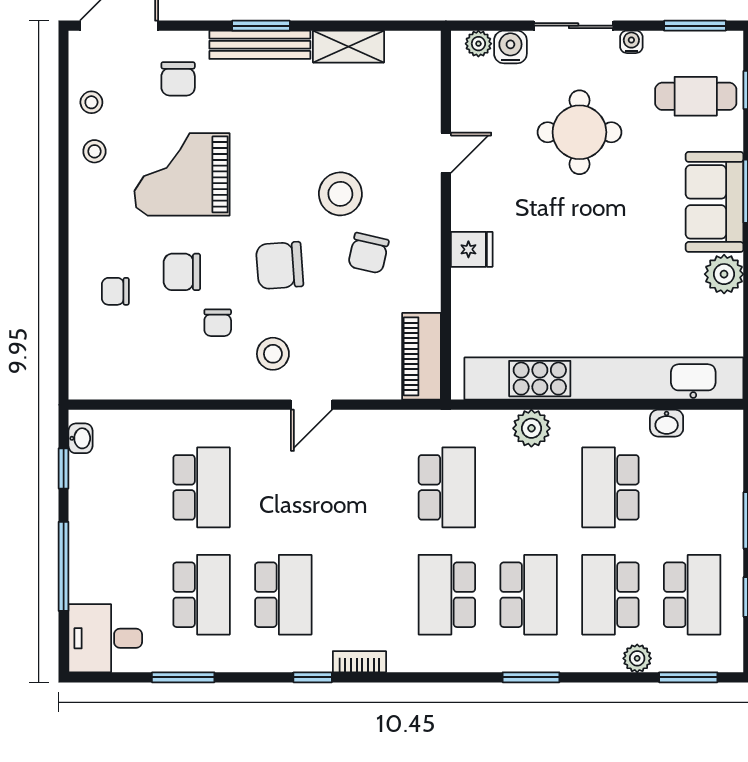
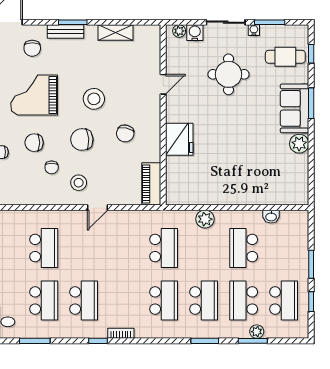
window: (695, 26) -> (270, 22), moved
bench: (260, 45) -> (66, 32), width x0.73
stool: (340, 194) -> (94, 99), moved
fridge: (472, 249) -> (179, 139), width x1.88, depth x1.34
kitchen unit: (604, 379) -> (240, 195), removed
school desk: (447, 595) -> (164, 300), turned 180
window: (688, 677) -> (253, 341), moved

